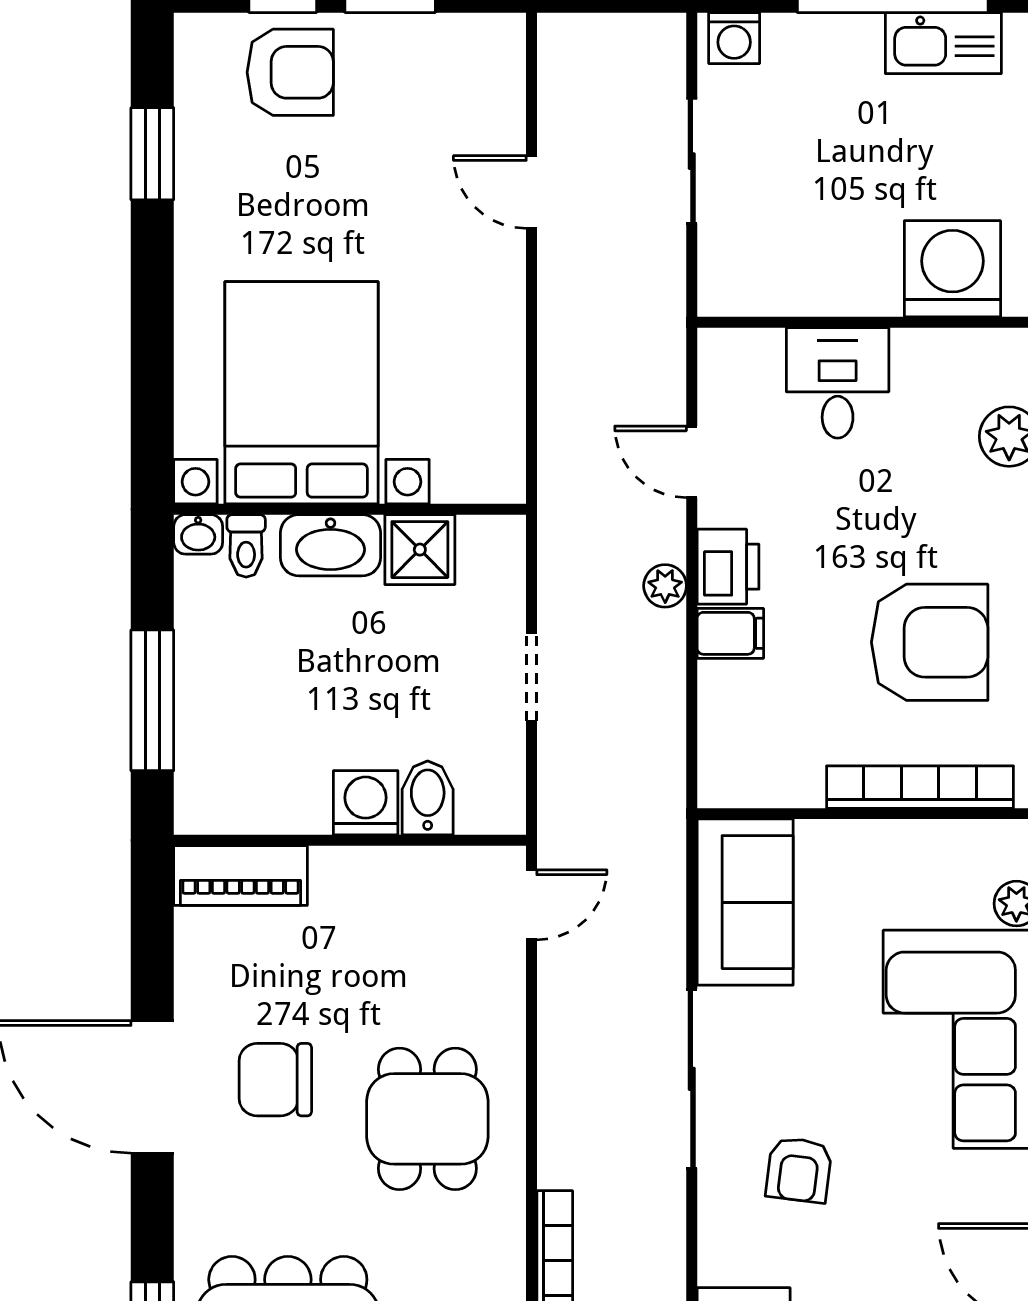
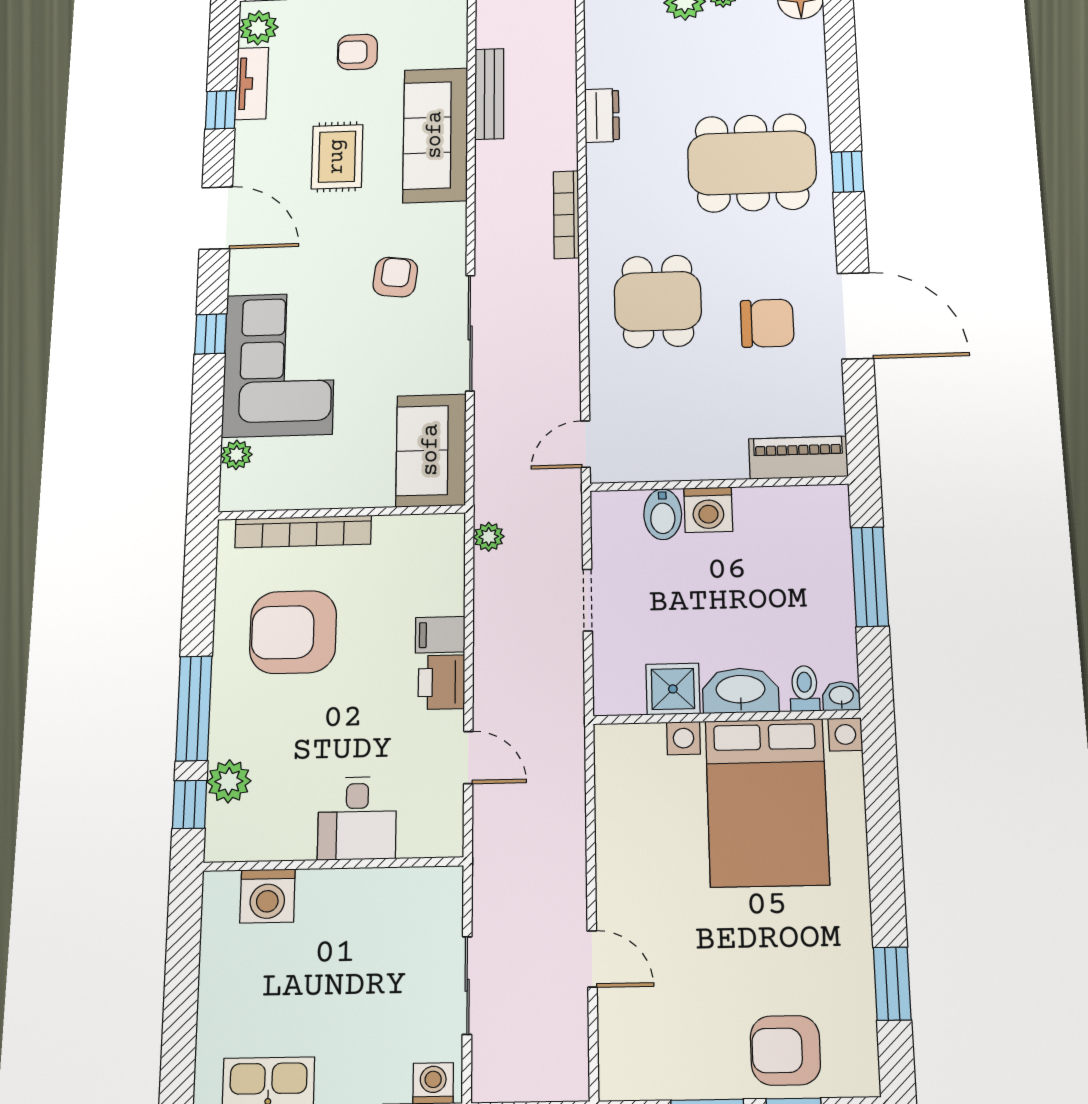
washing machine: (952, 269) -> (267, 896), width x0.73, depth x0.73
plant: (665, 586) -> (489, 537), moved

